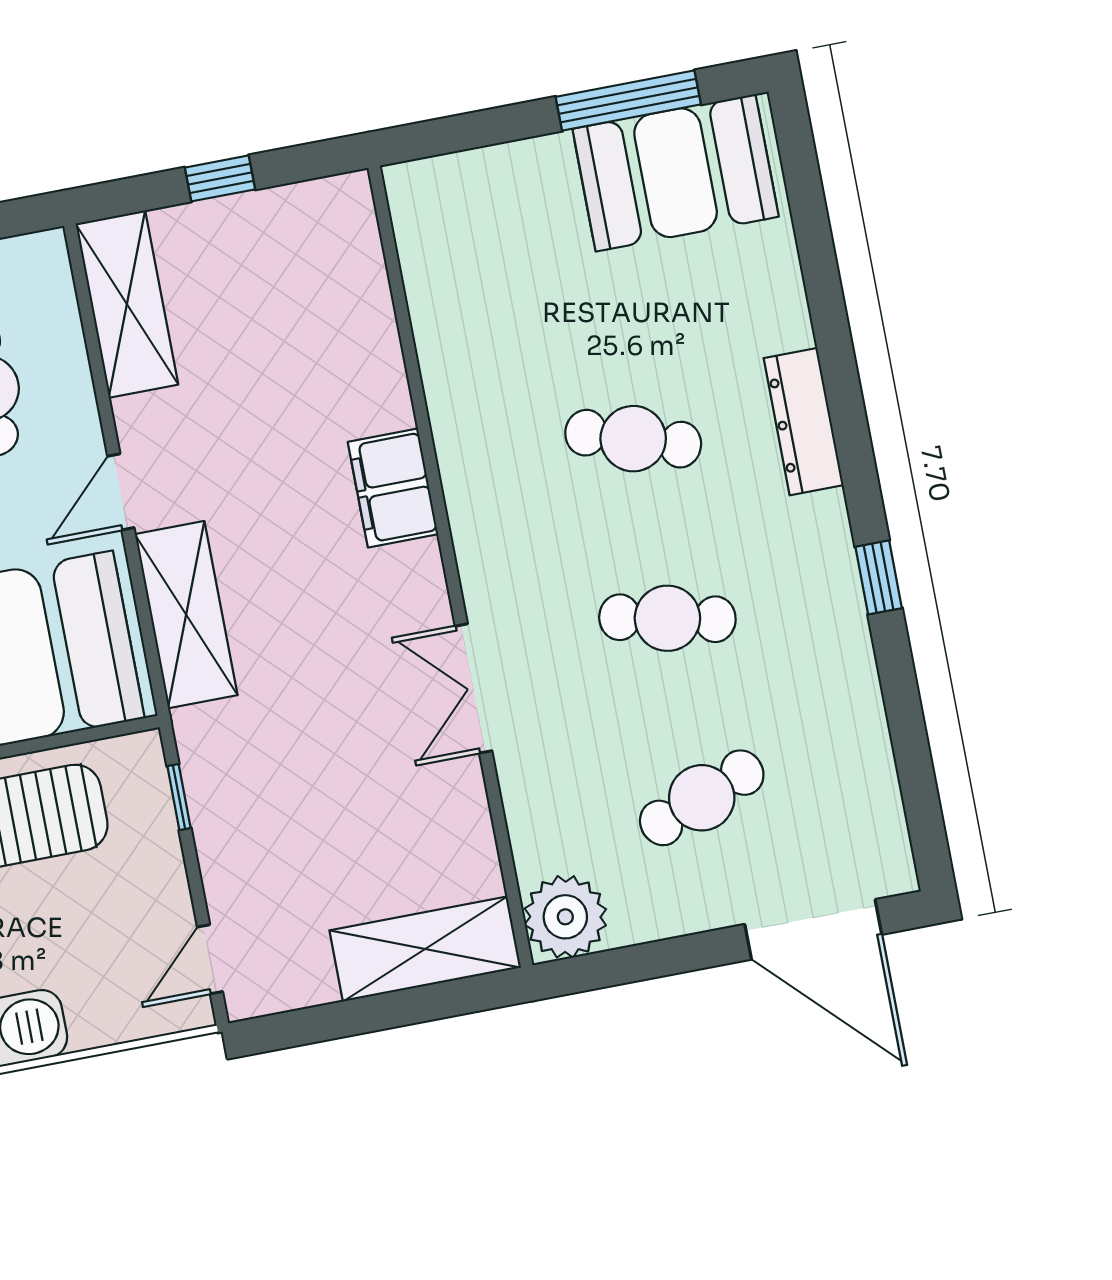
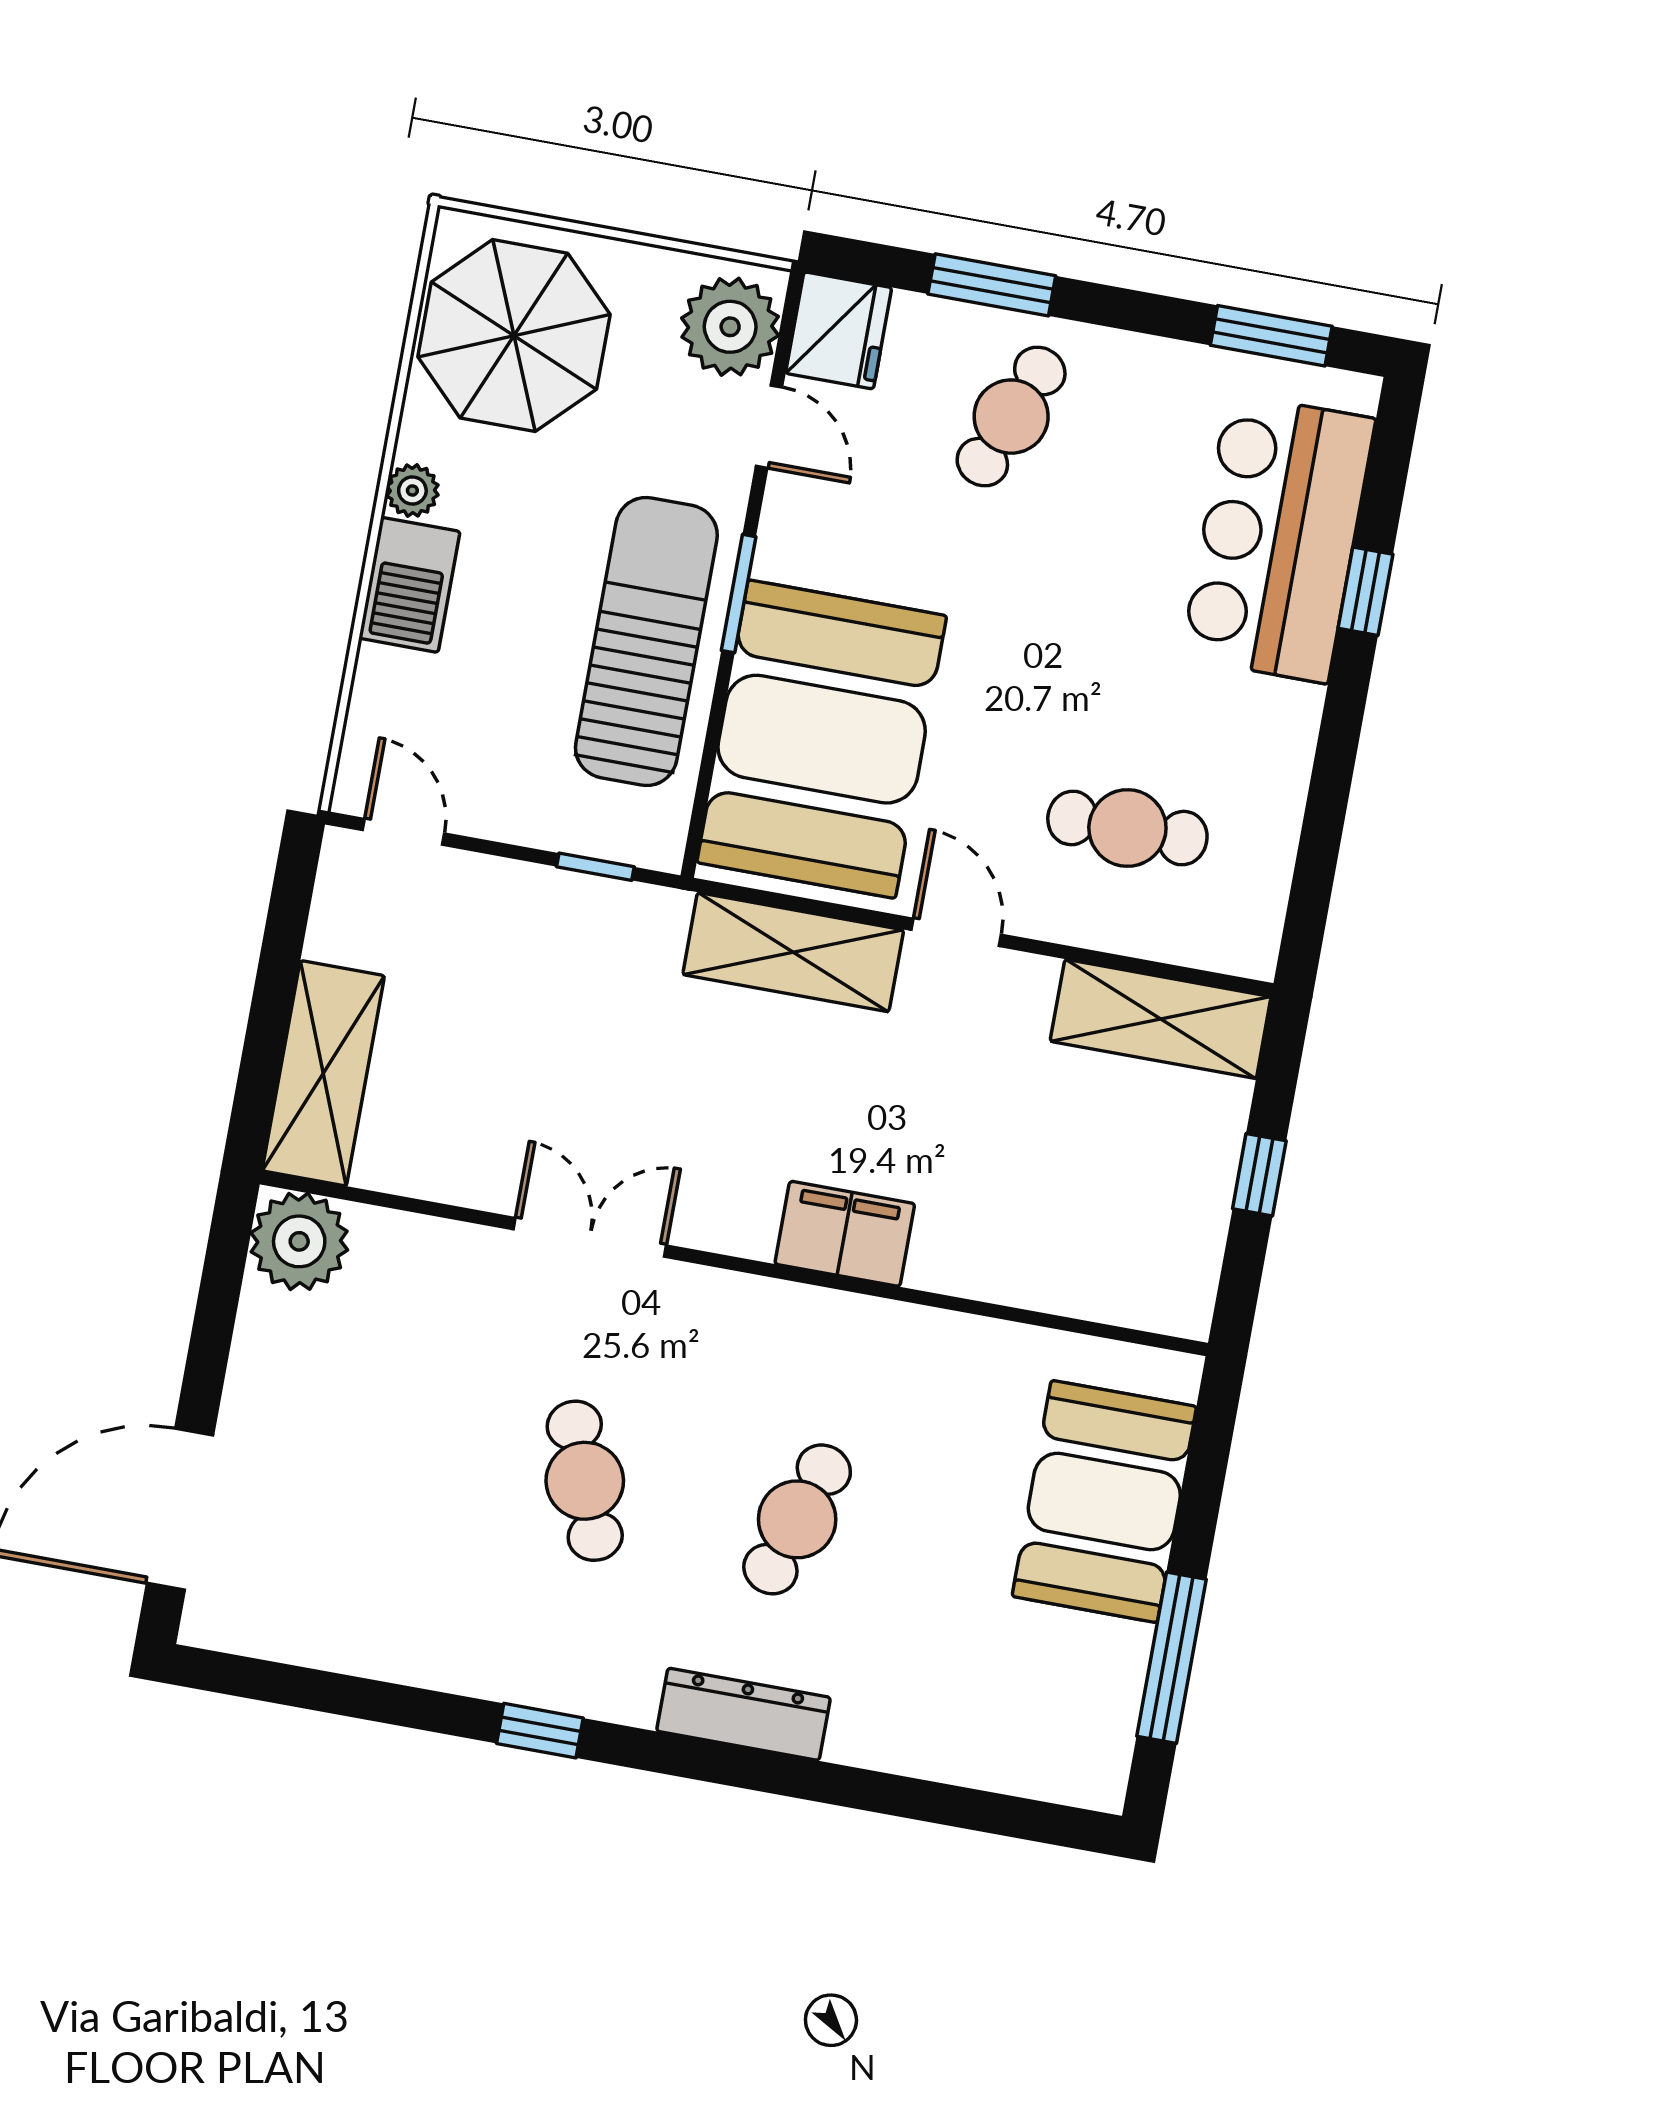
booth: (676, 173) -> (1104, 1501), moved
cafe table: (667, 618) -> (585, 1481), turned -33
cafe table: (702, 798) -> (372, 1442), removed

